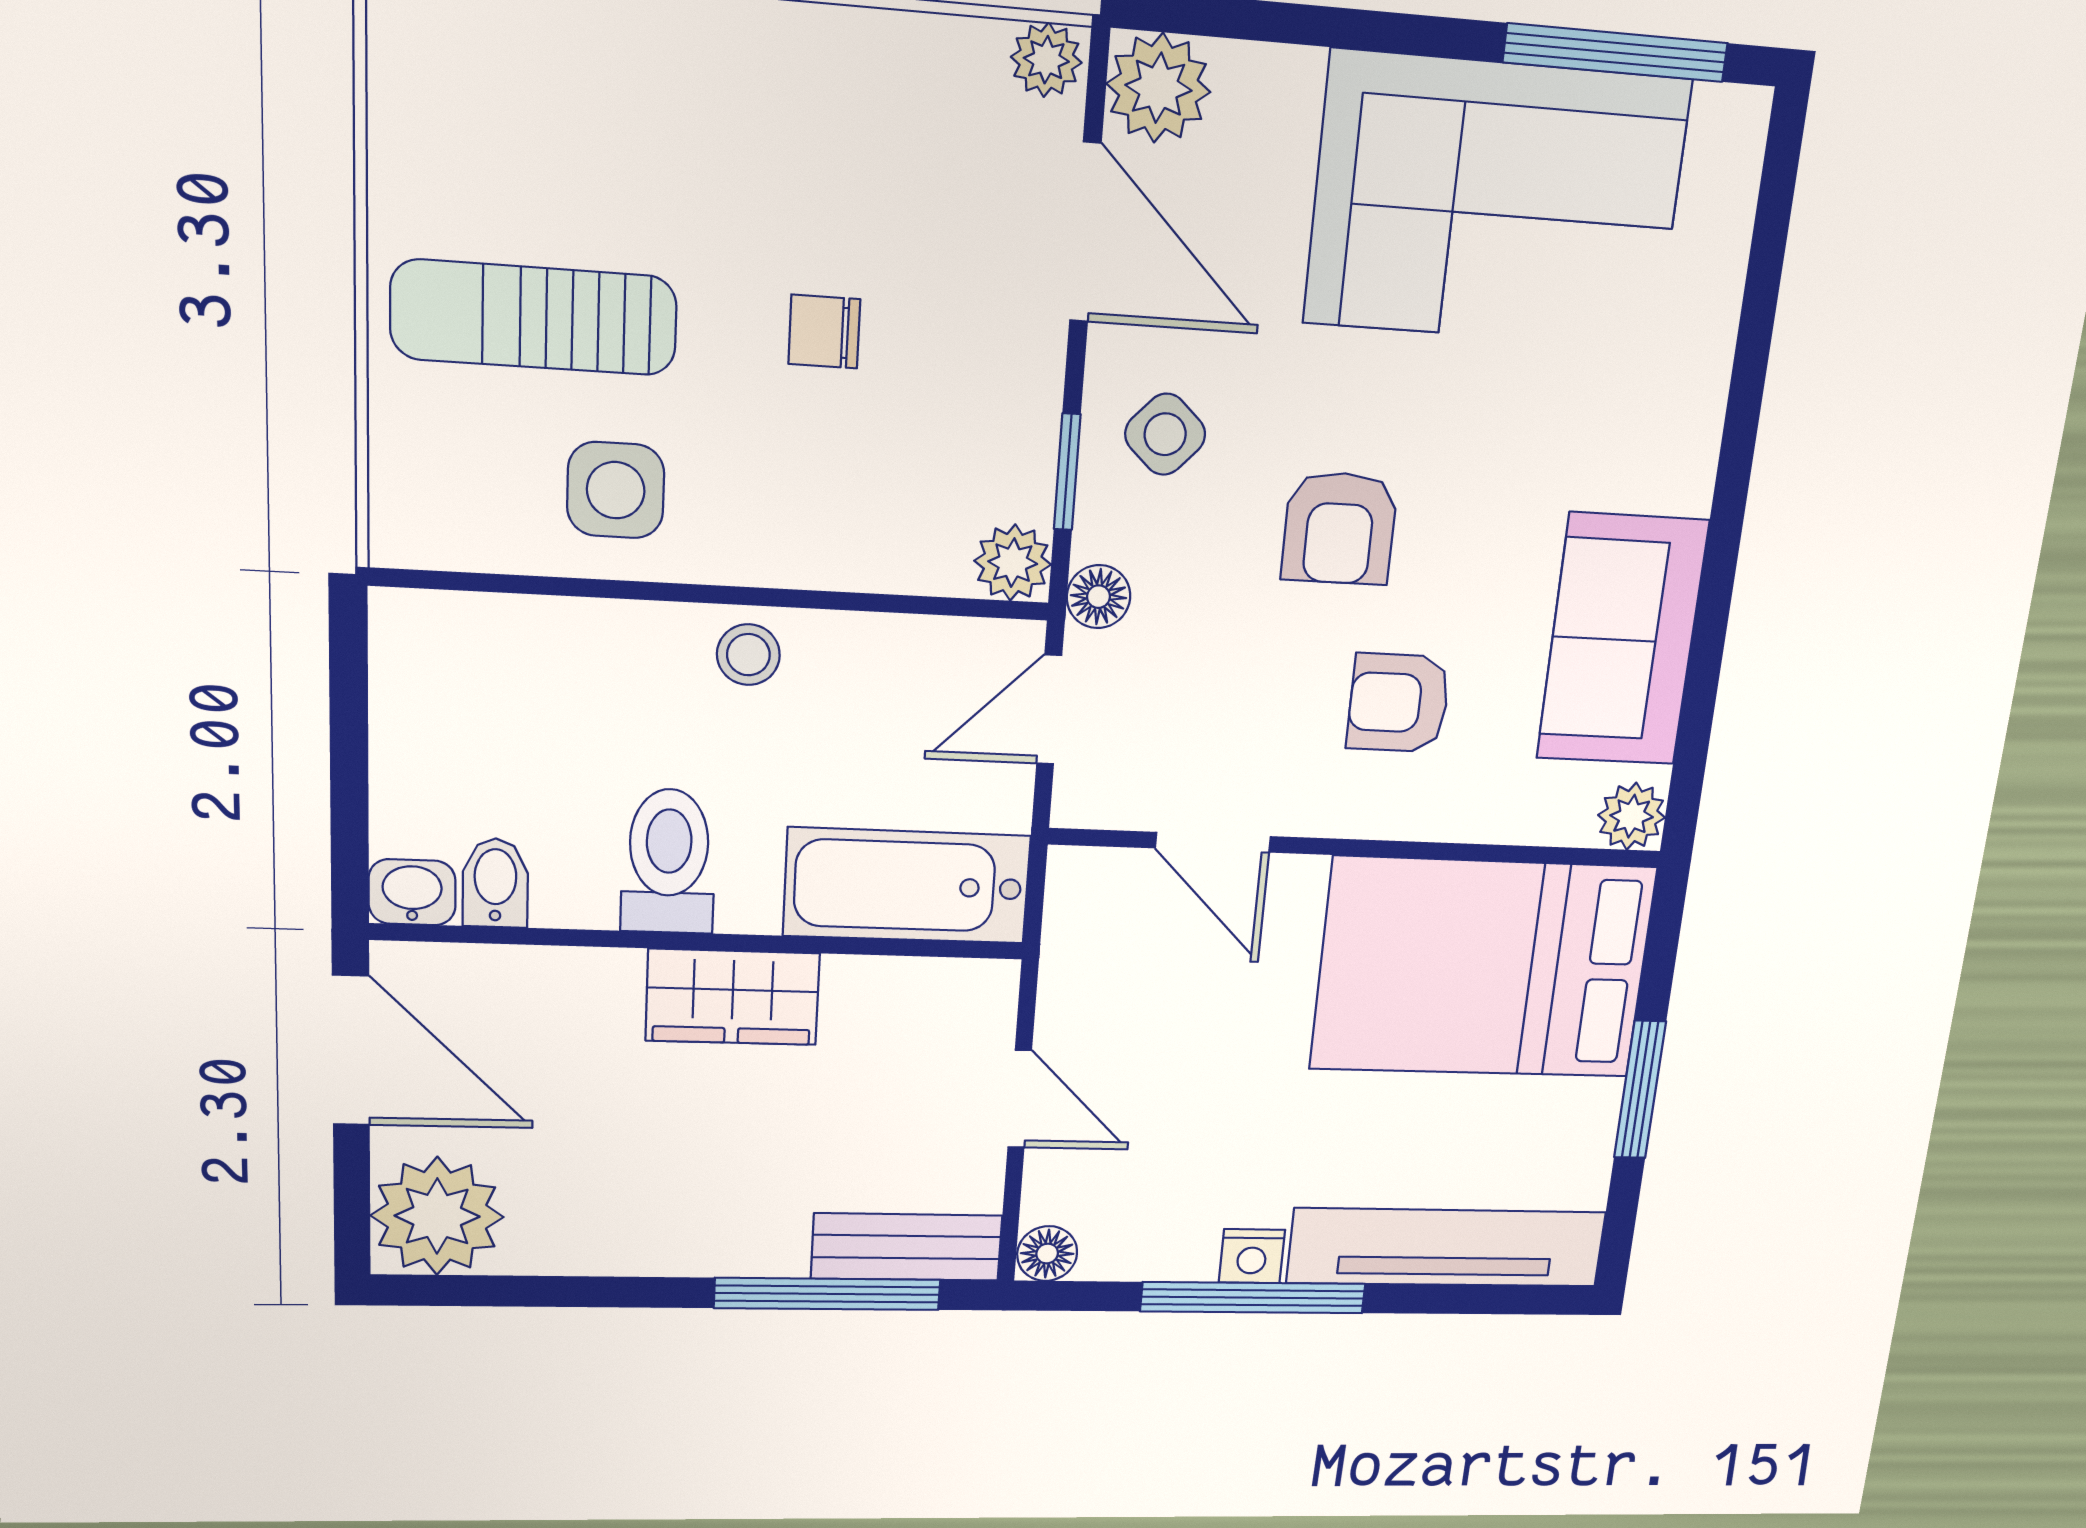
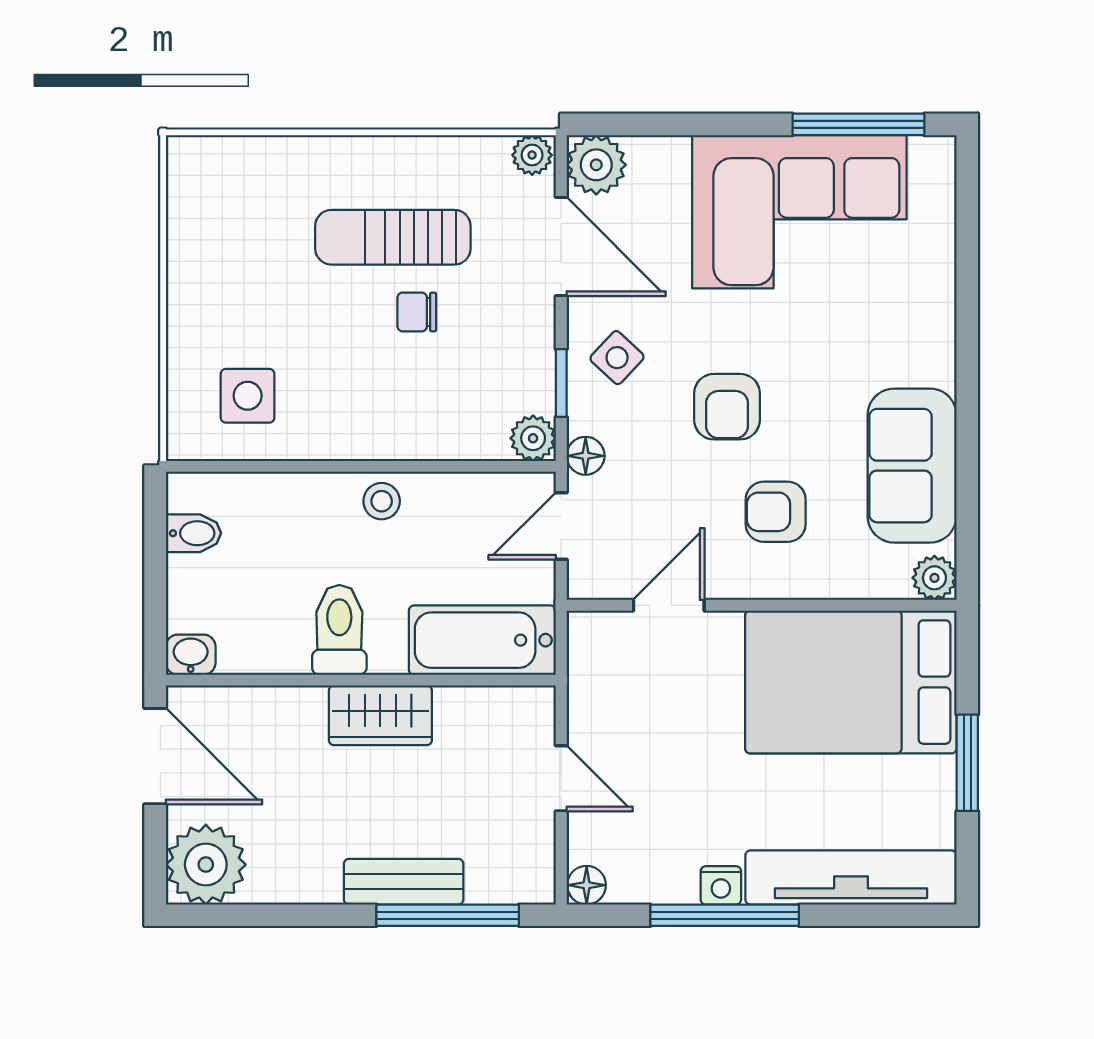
sun lounger: (534, 318) -> (393, 237), moved
side table: (616, 490) -> (248, 396), moved
door: (1213, 842) -> (669, 605), swing flipped
bidet: (495, 883) -> (193, 533), moved, turned 90
bench: (907, 1247) -> (404, 882), moved

